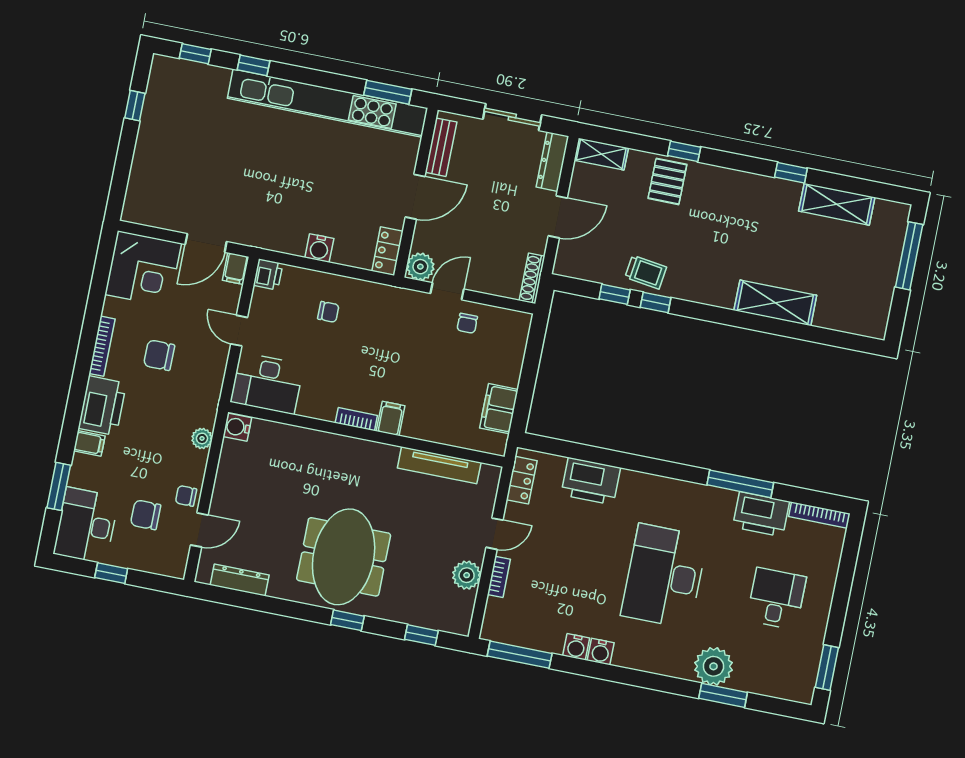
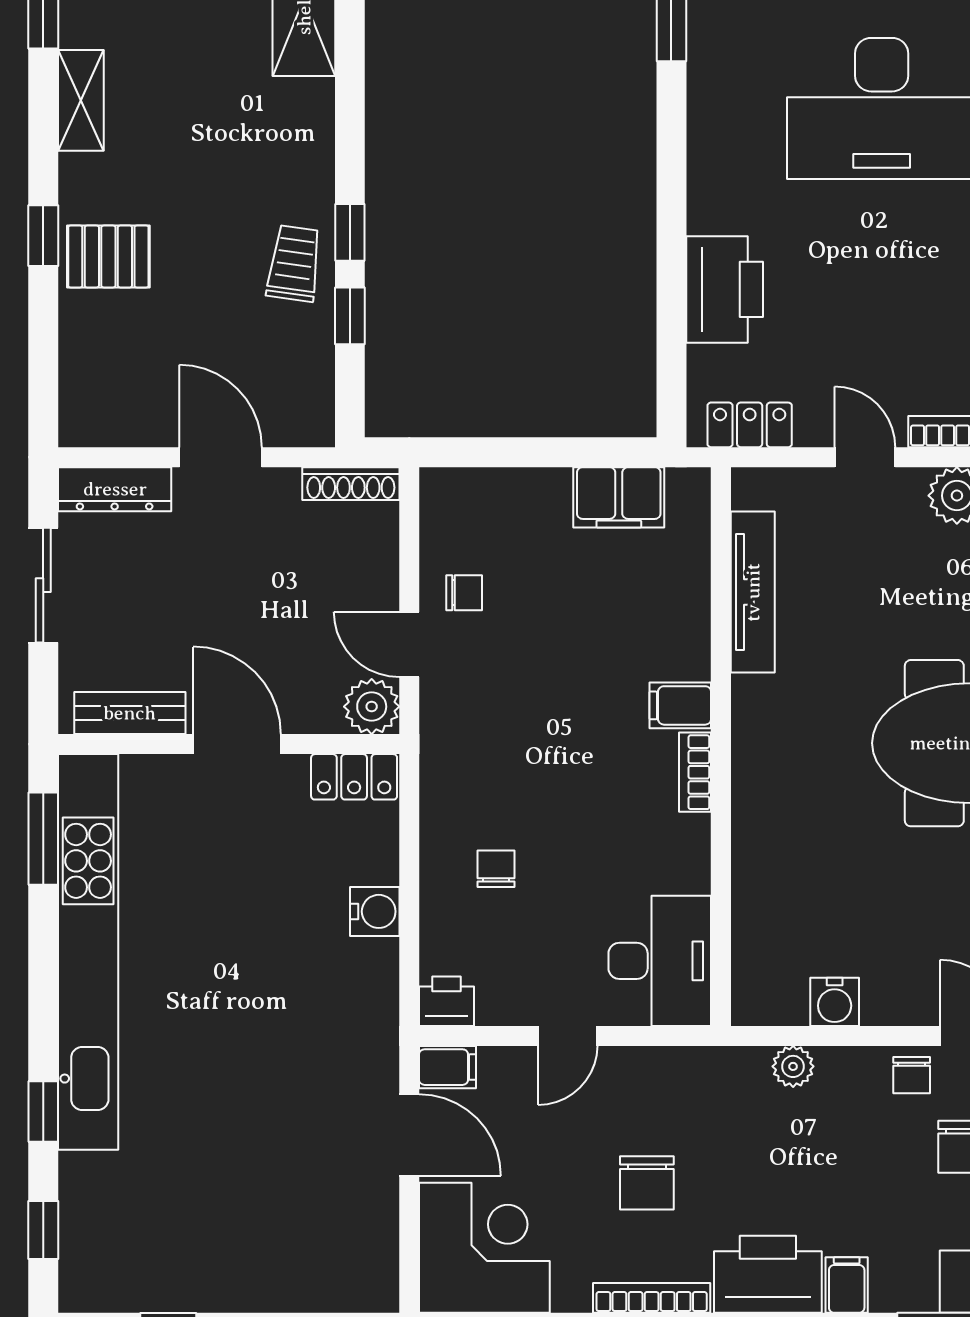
shelving: (601, 154) -> (81, 100), moved
water cooler: (237, 427) -> (835, 1002), moved

